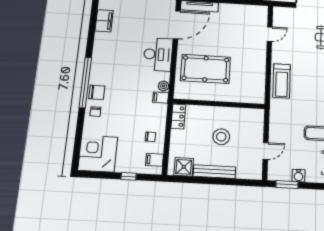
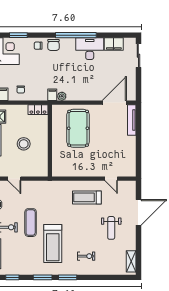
door: (177, 25) -> (114, 103), swing flipped
desk: (158, 54) -> (90, 49), moved, turned 180
treadmill: (282, 81) -> (87, 197), moved
window: (85, 82) -> (76, 35), moved
window: (79, 136) -> (18, 35), added

